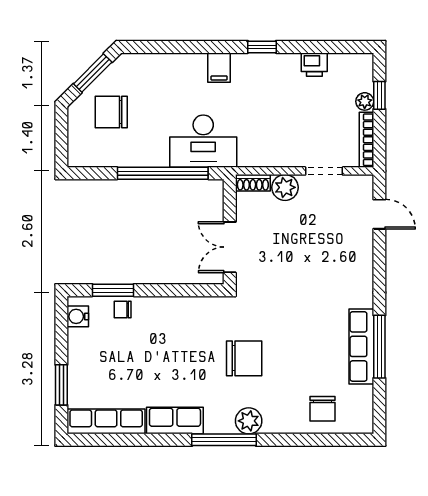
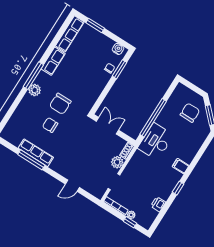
door: (379, 214) -> (72, 186), moved
chair: (323, 409) -> (50, 125), moved

